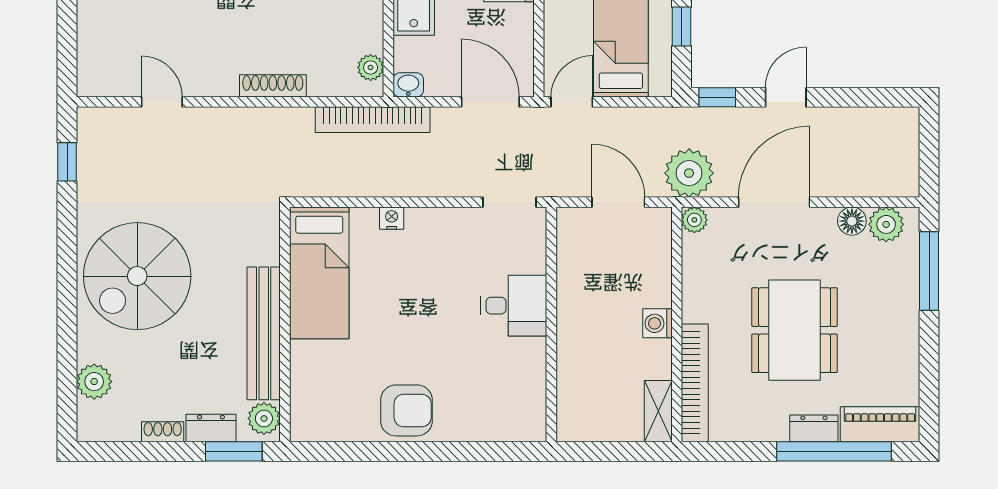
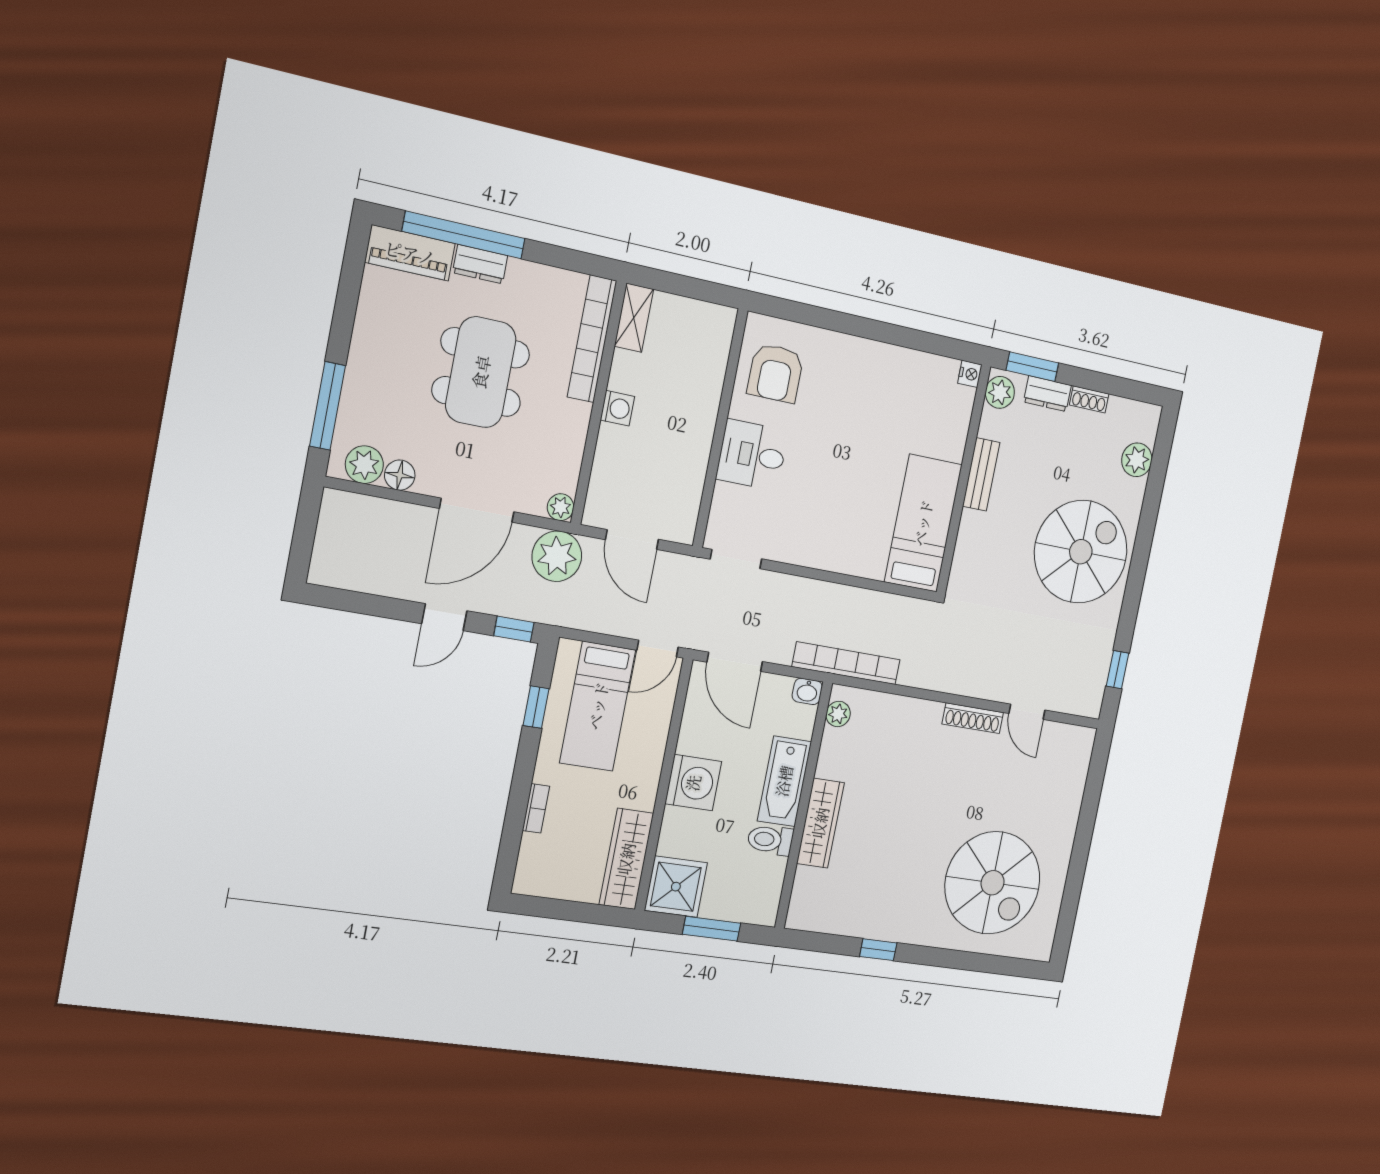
shoe rack: (273, 86) -> (973, 718), moved
nightstand: (392, 218) -> (970, 374), moved, turned -90
bench: (264, 333) -> (981, 474), width x0.54, depth x0.82
armchair: (406, 410) -> (775, 373), moved, turned -90

